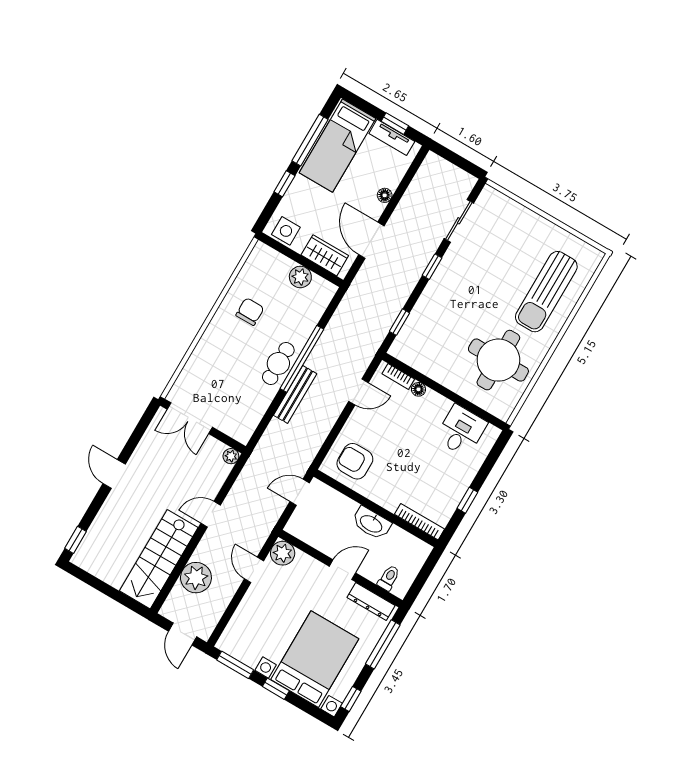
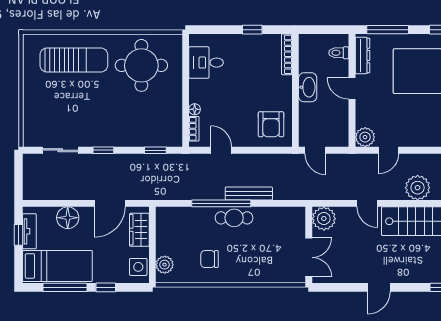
floor lamp: (385, 195) -> (68, 218), width x1.89, depth x1.89
plant: (300, 277) -> (165, 265), moved
plant: (231, 456) -> (324, 219), width x1.87, depth x1.87

